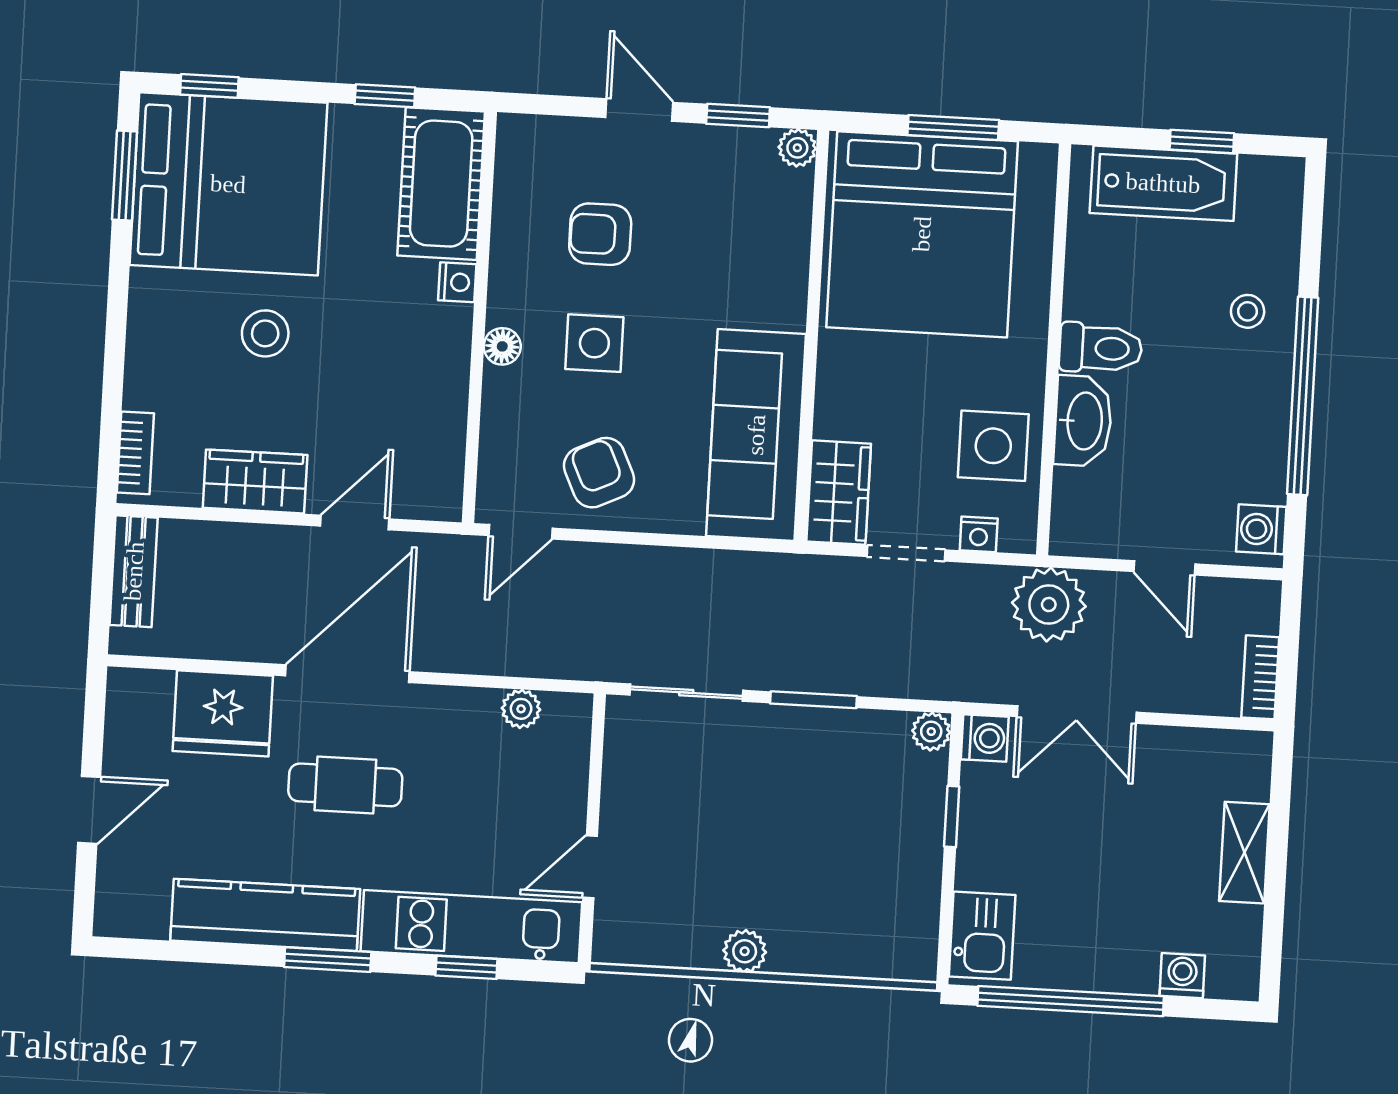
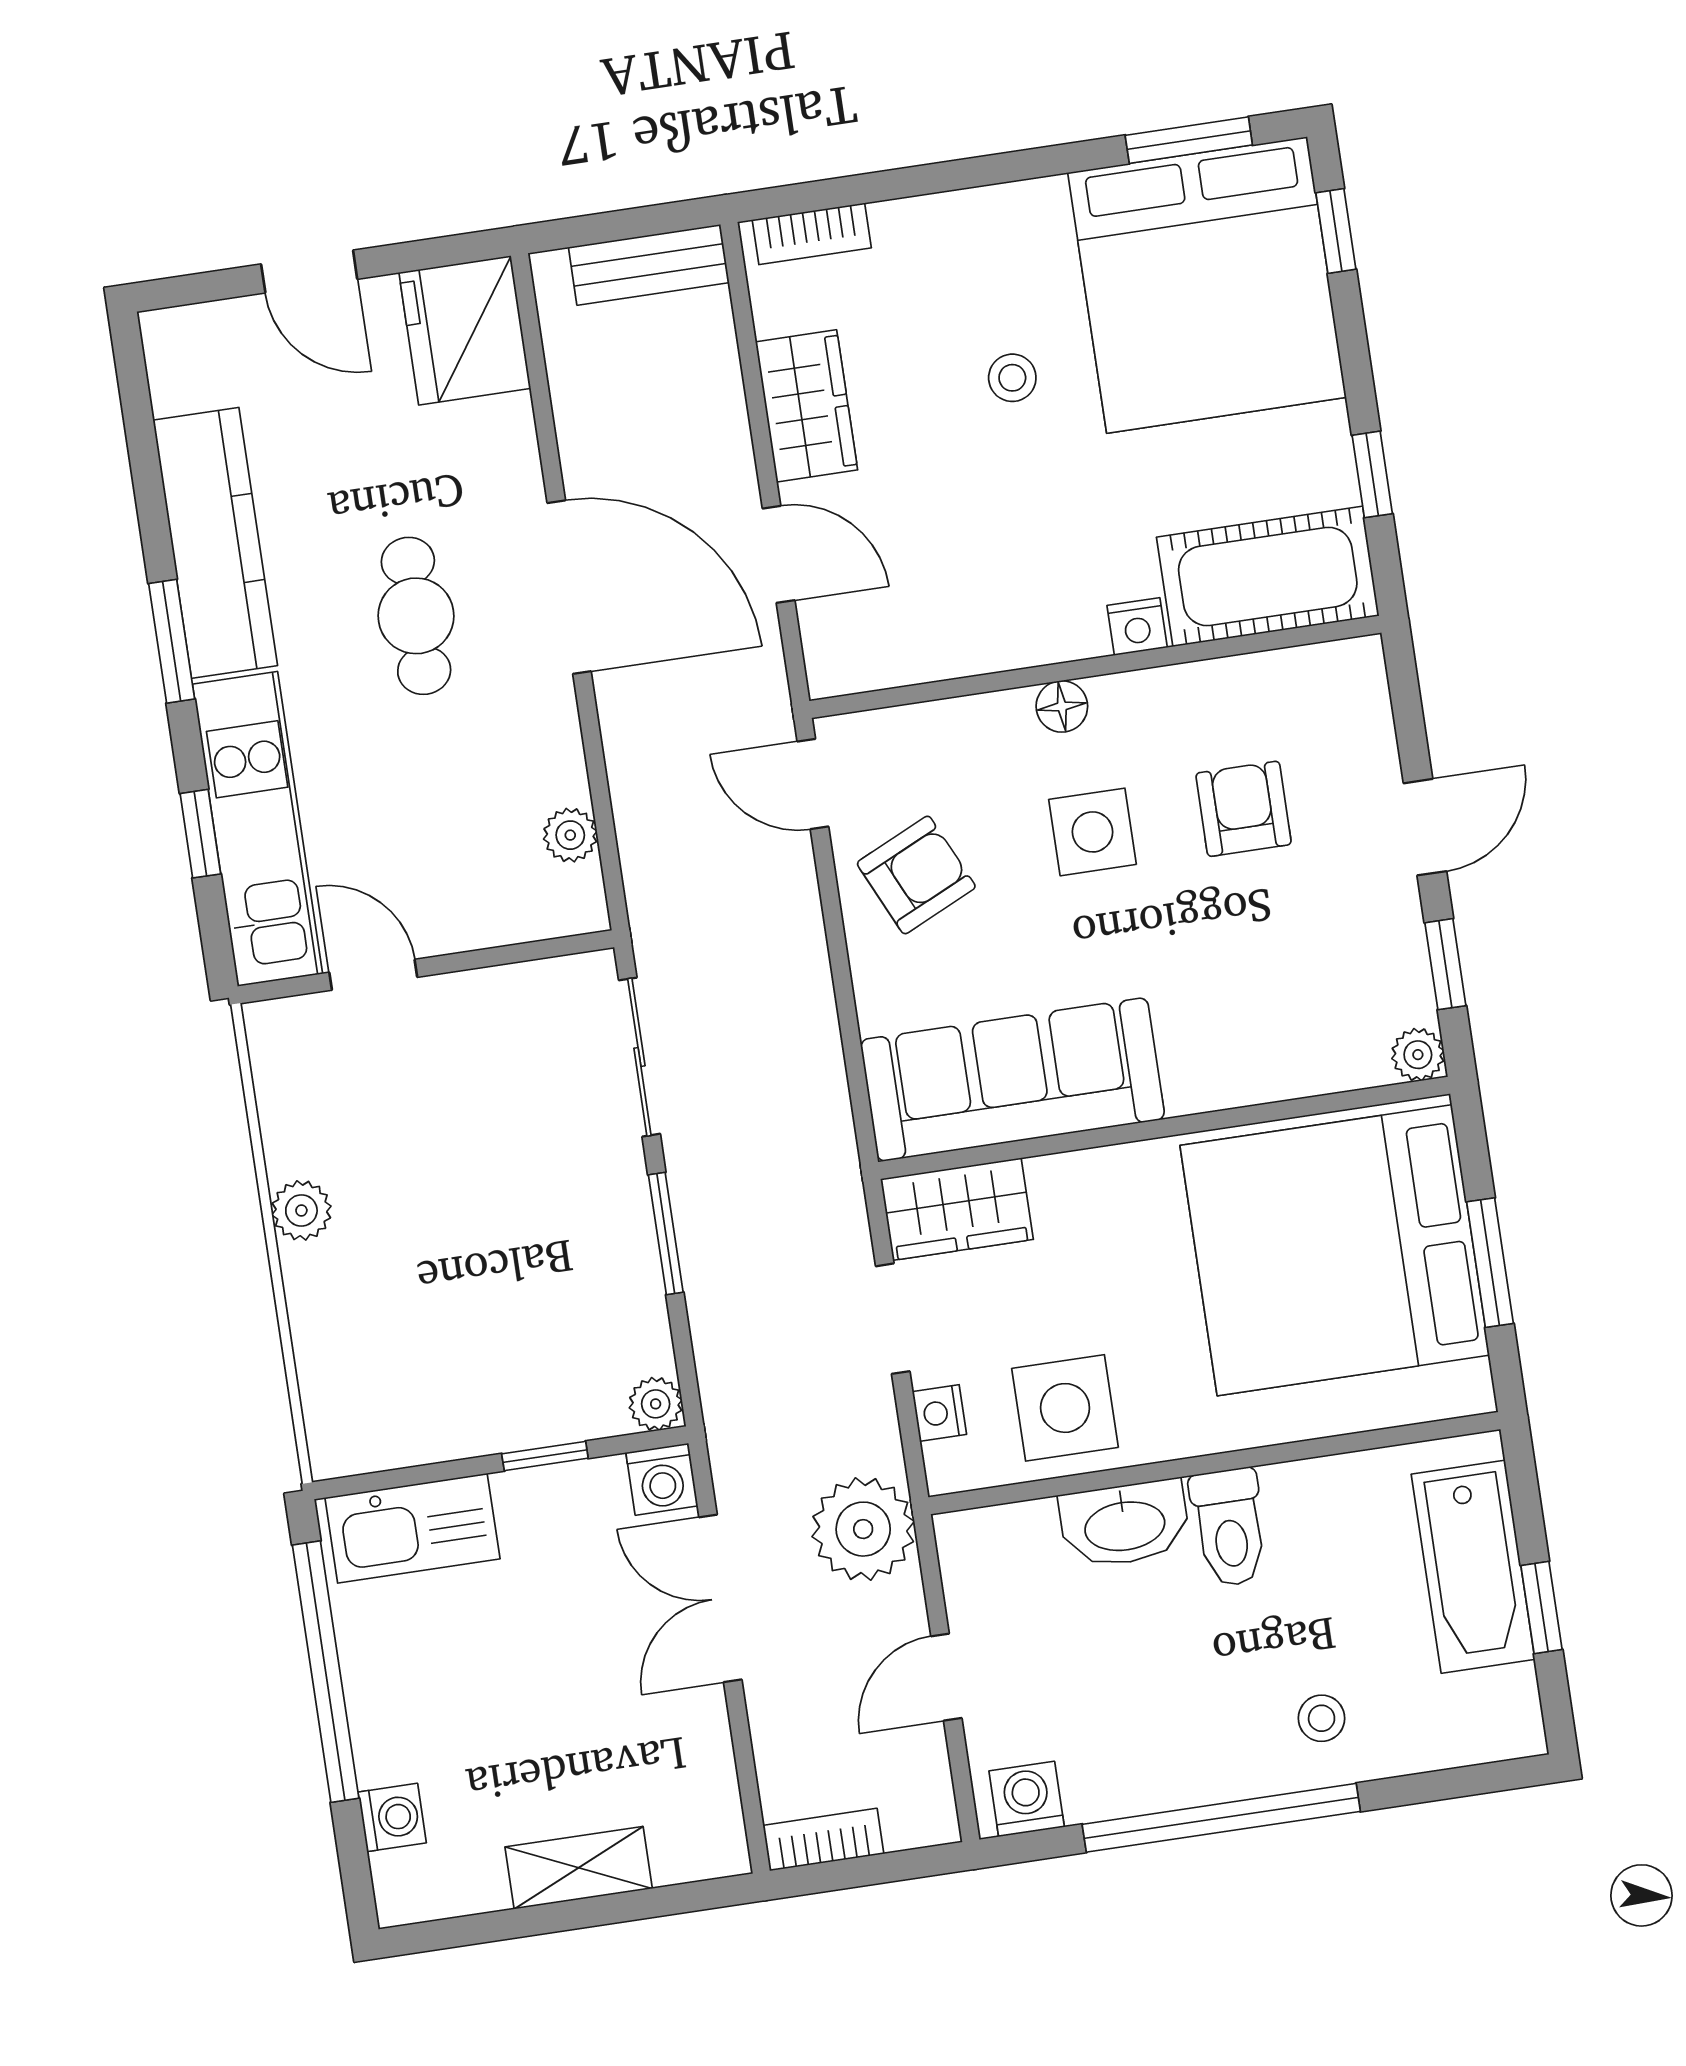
stool: (265, 333) -> (1012, 378), width x0.73, depth x0.73
fridge: (223, 713) -> (465, 330), moved
kitchen sink: (982, 936) -> (412, 1528), width x1.38

